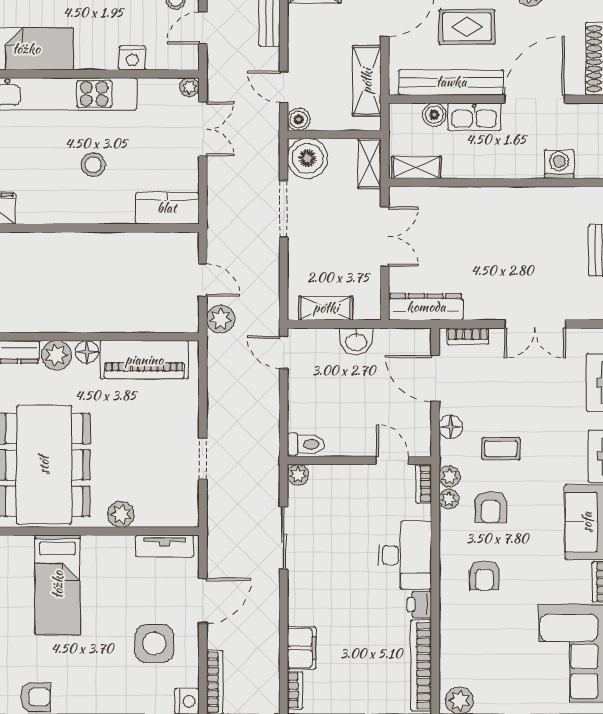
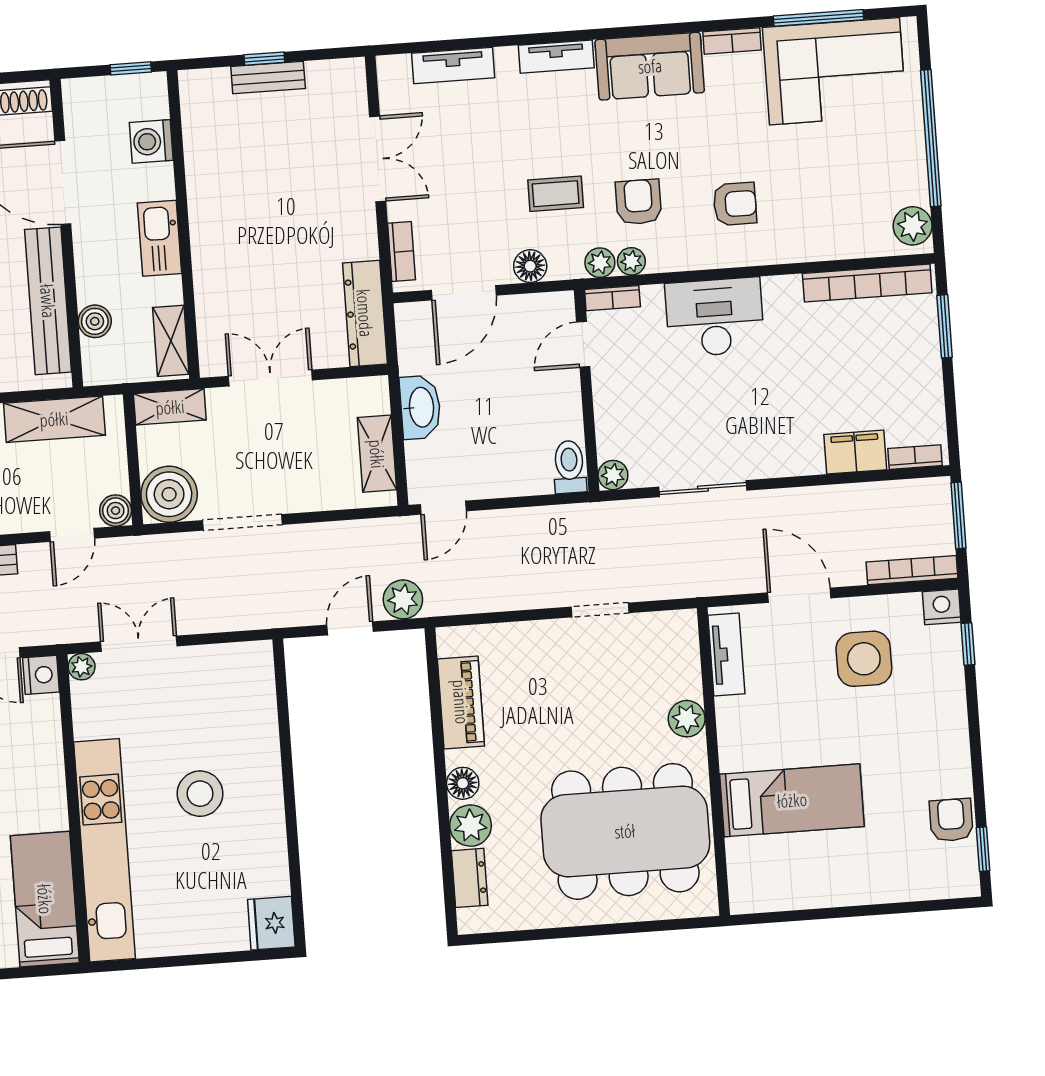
nightstand: (132, 58) -> (41, 675), moved
kitchen sink: (474, 117) -> (160, 238), moved, turned 180
stool: (93, 165) -> (200, 794), width x1.38, depth x1.38
kitchen counter: (167, 208) -> (254, 685), removed
washbasin: (356, 341) -> (420, 407), width x1.38
piano: (144, 360) -> (461, 702), width x0.73, depth x0.75
coffee table: (501, 449) -> (556, 194), turned 90
armchair: (491, 507) -> (638, 202), turned -90
printer: (419, 605) -> (782, 292), removed

